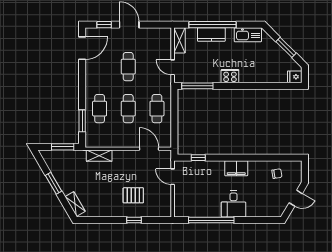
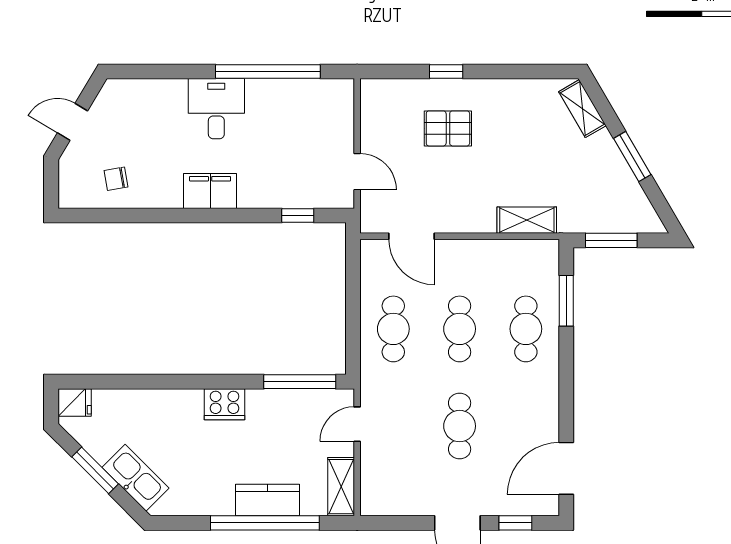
kitchen sink: (248, 35) -> (135, 478), moved, turned 45
door: (173, 67) -> (357, 424), swing flipped

